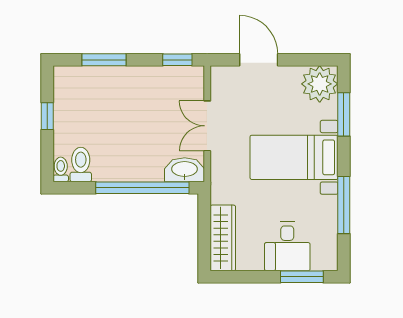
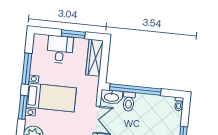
window: (344, 114) -> (23, 107), moved
toilet: (81, 164) -> (129, 102), moved
window: (302, 277) -> (73, 34), moved

